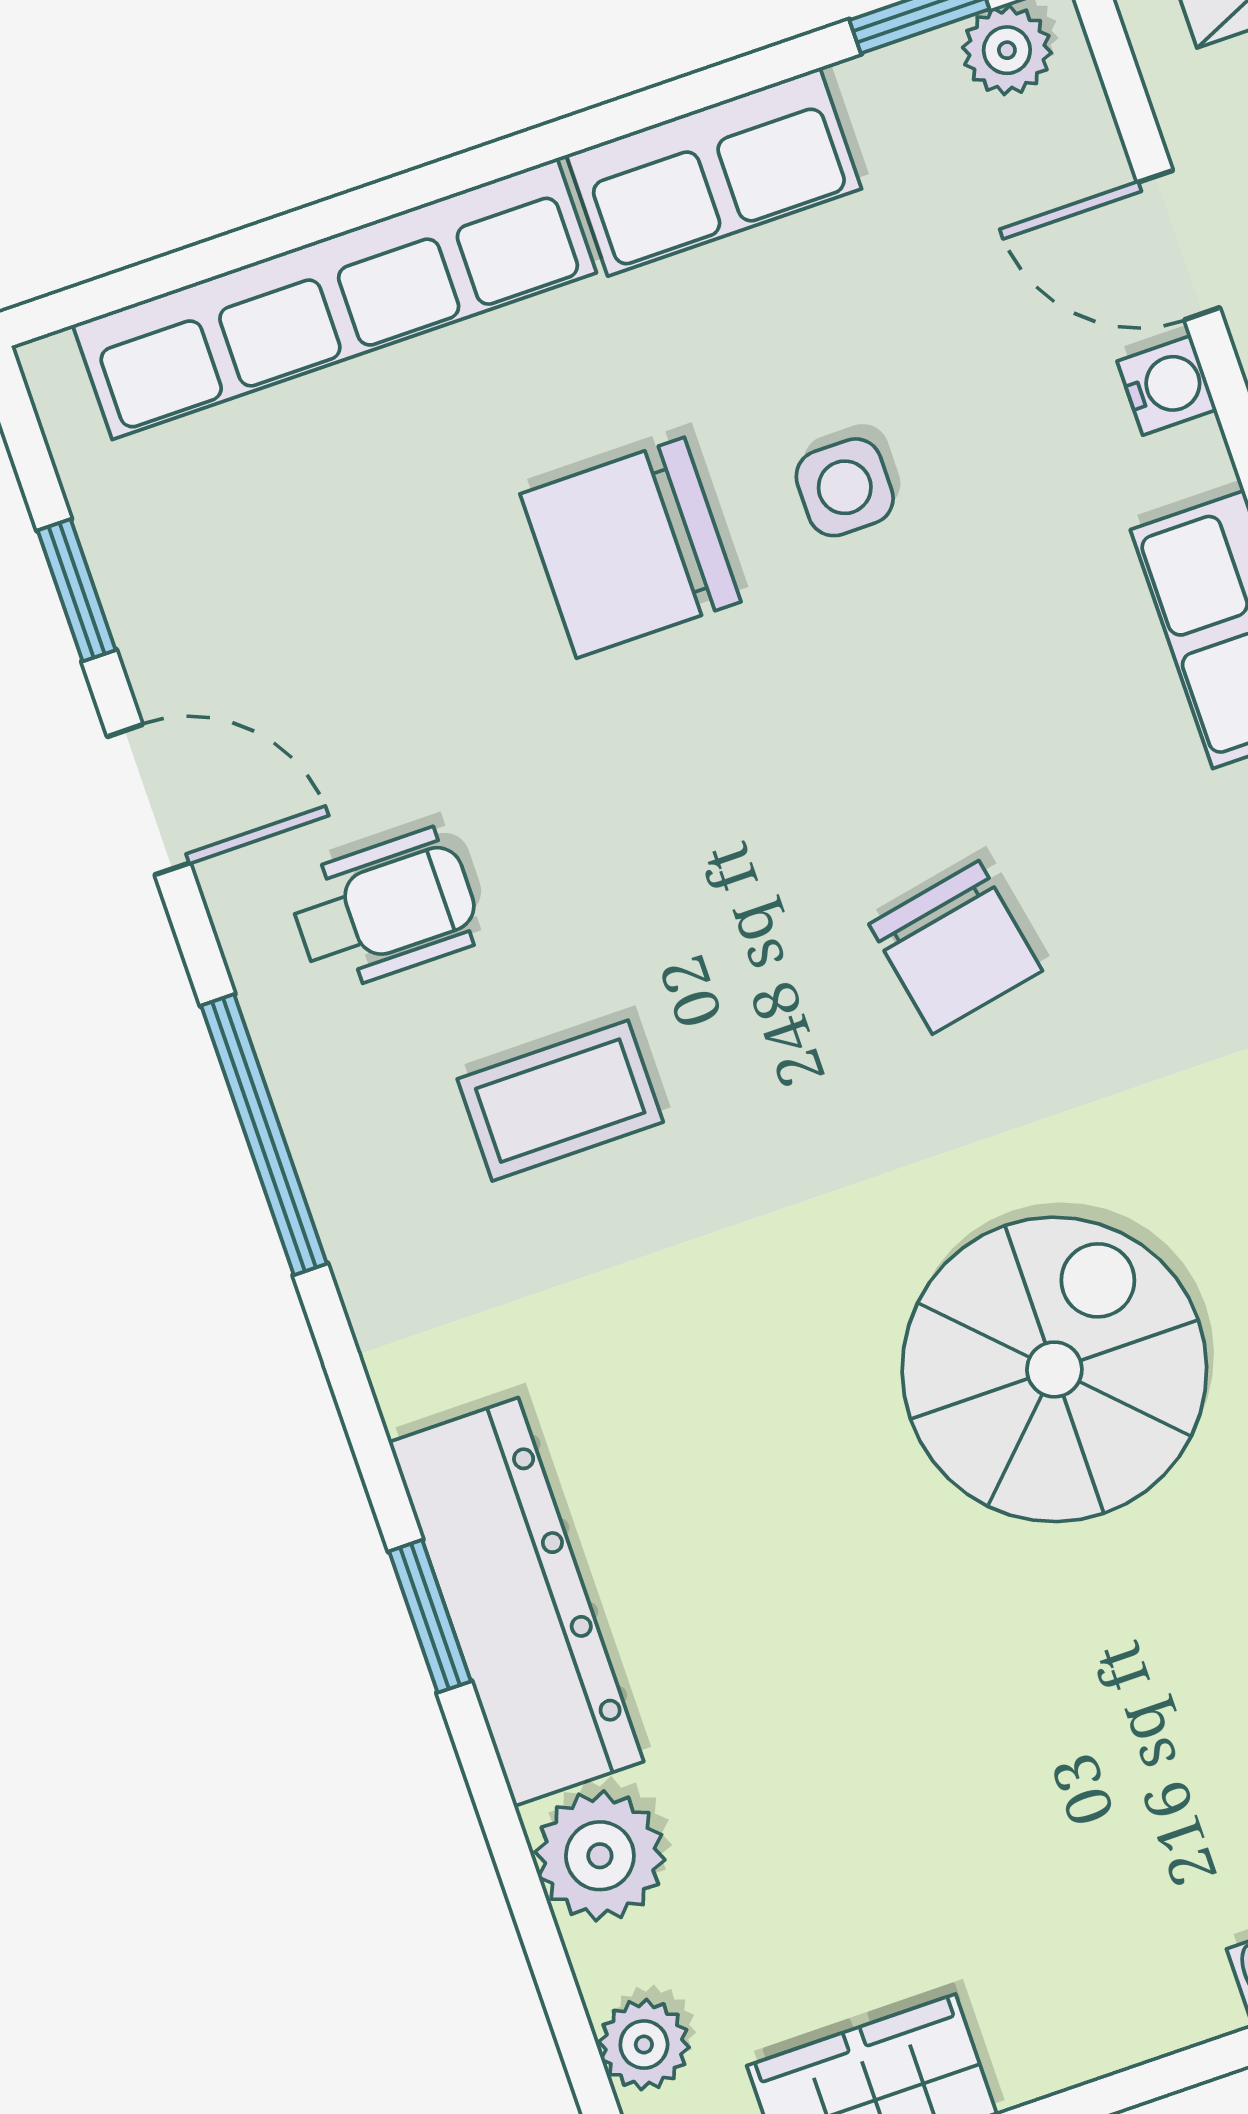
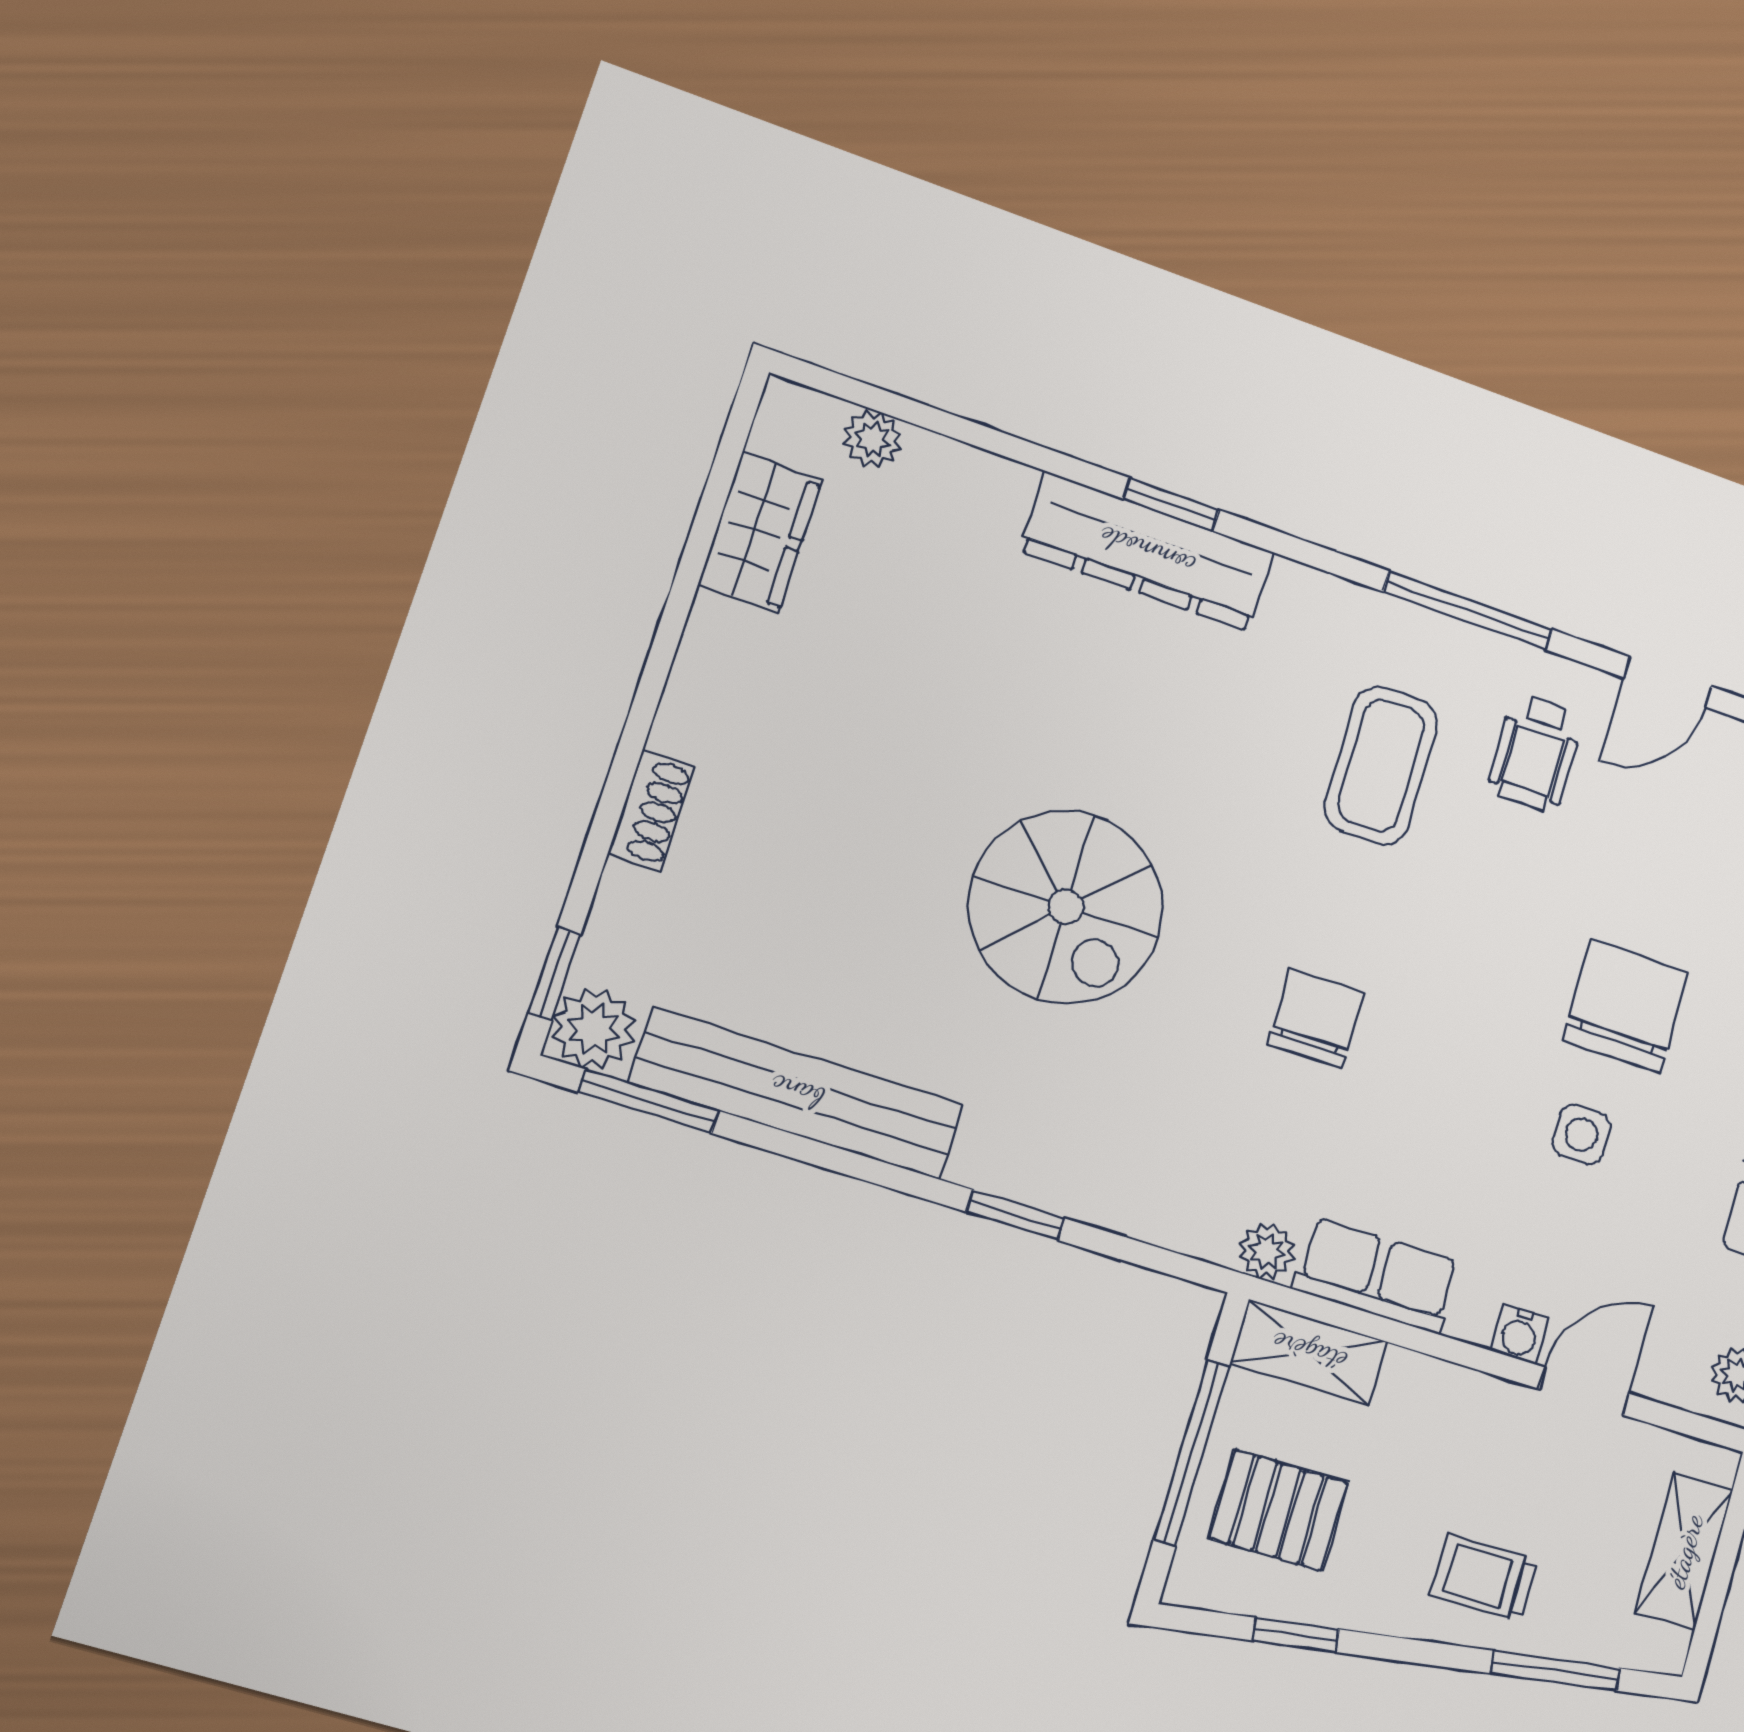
chair: (956, 947) -> (1316, 1018), turned 101
coffee table: (560, 1101) -> (1381, 765), width x1.36, depth x1.30
plant: (600, 1856) -> (987, 493), removed

